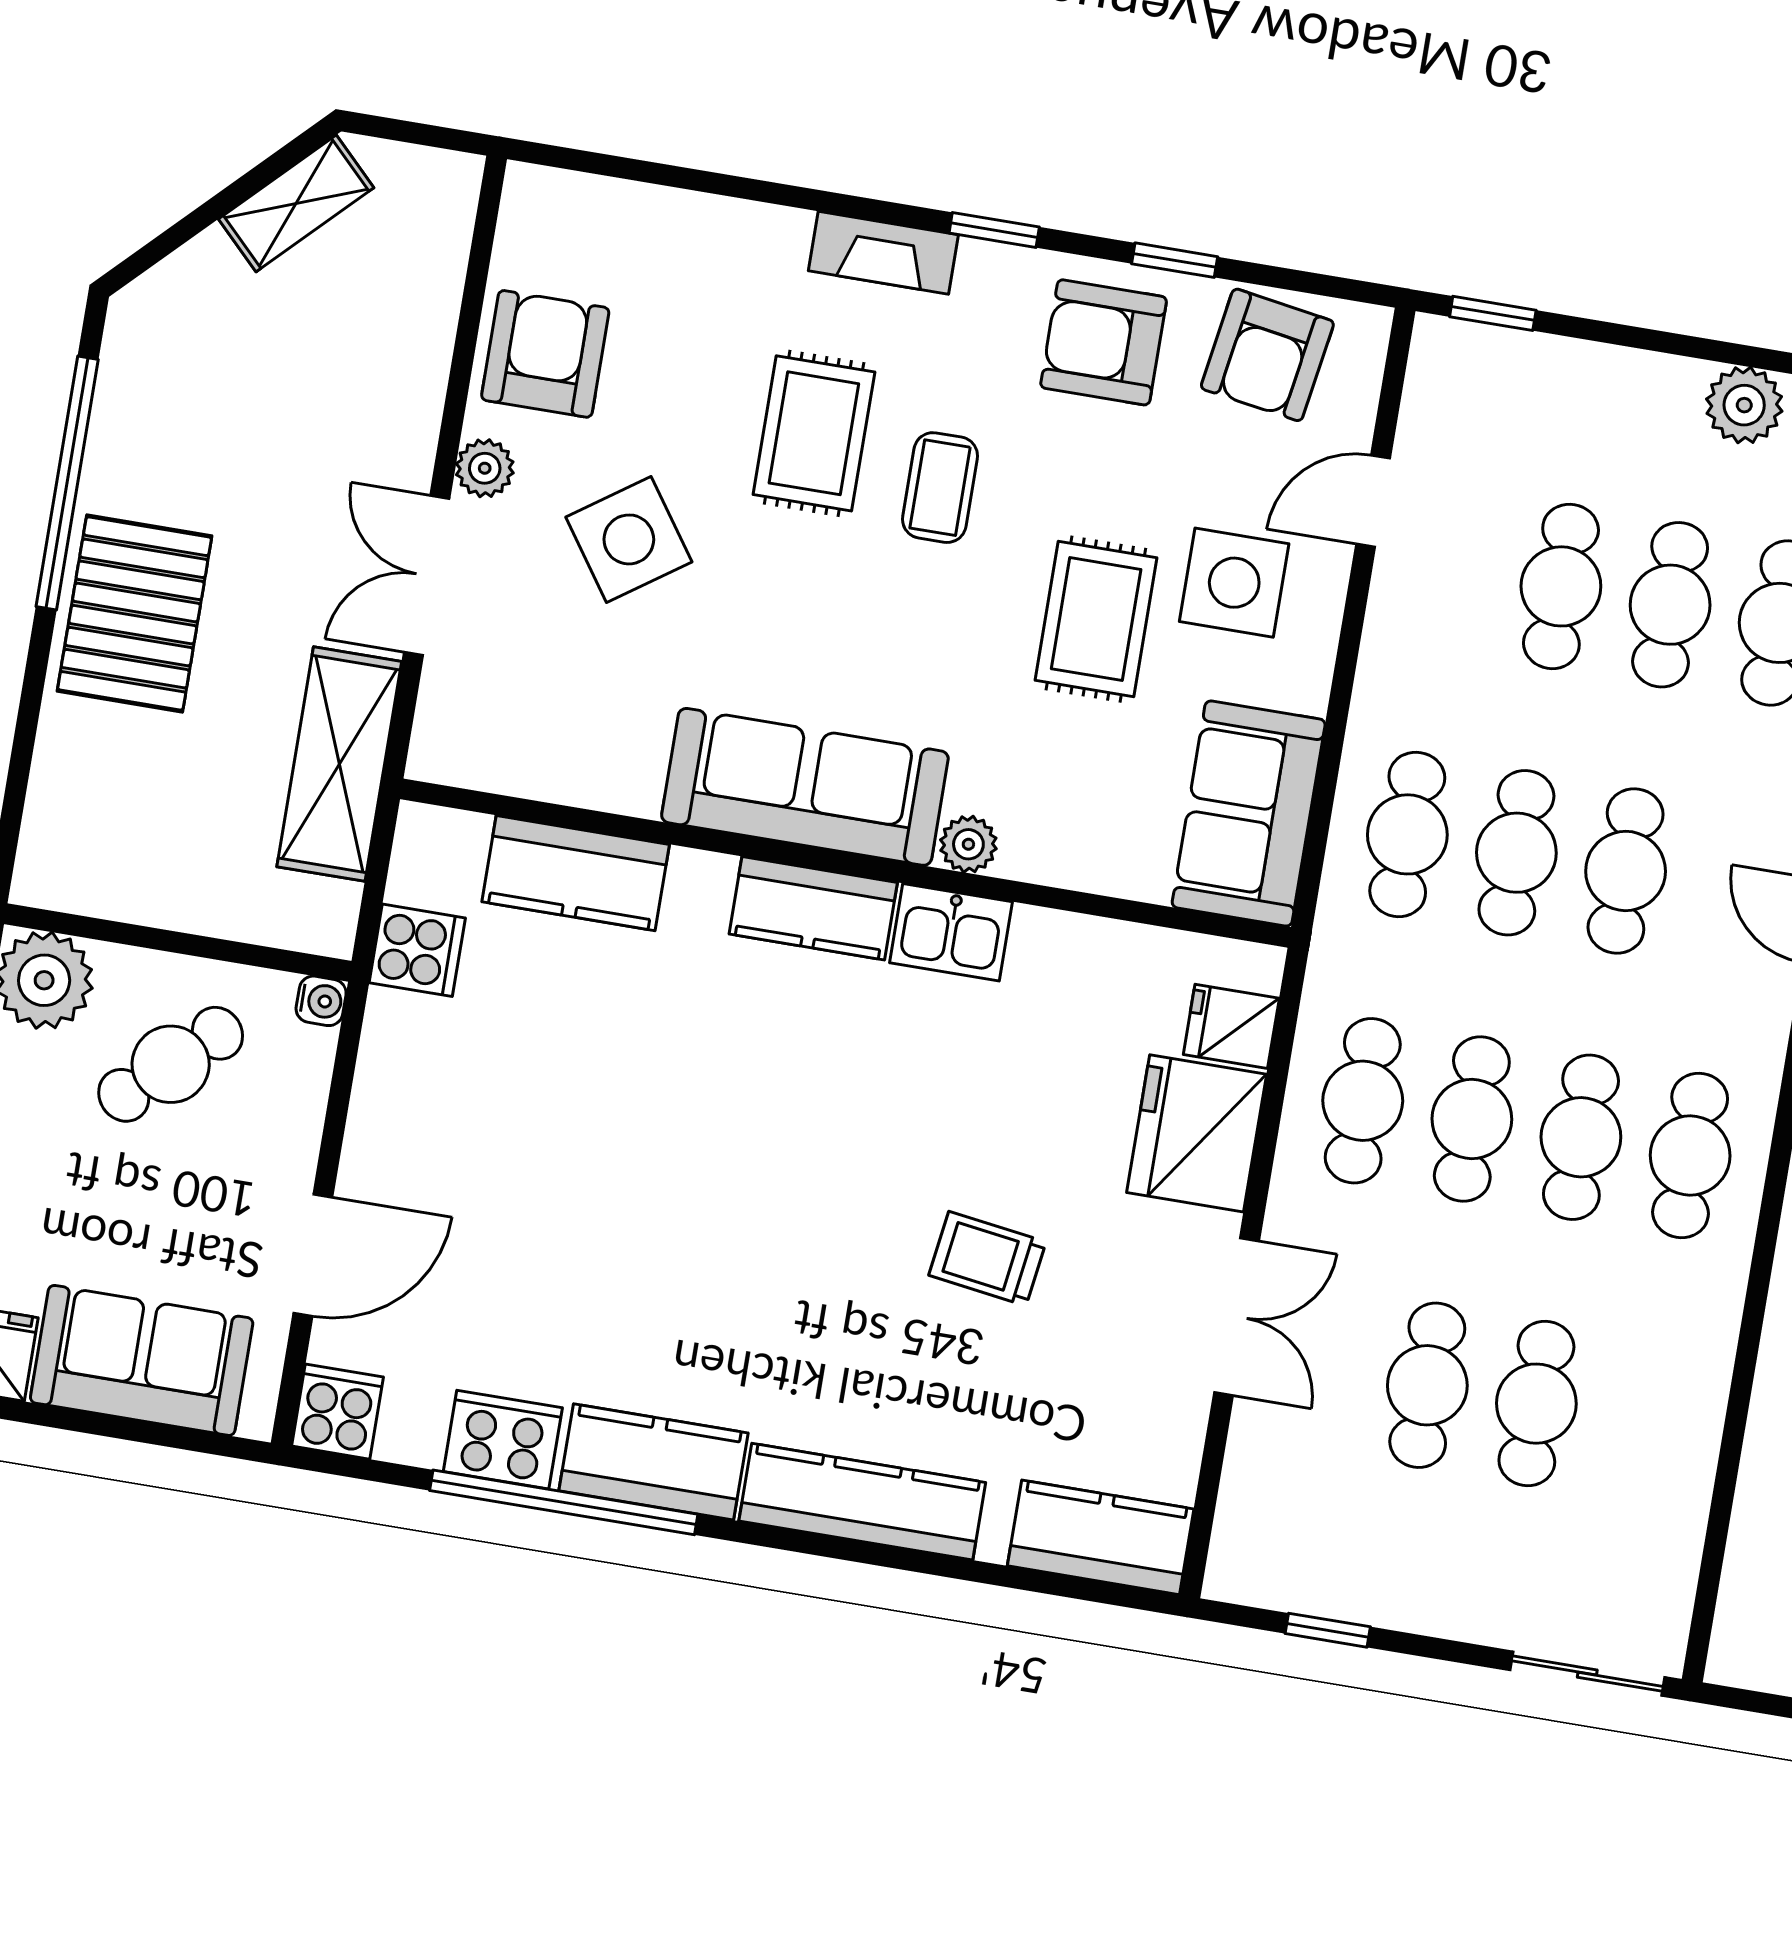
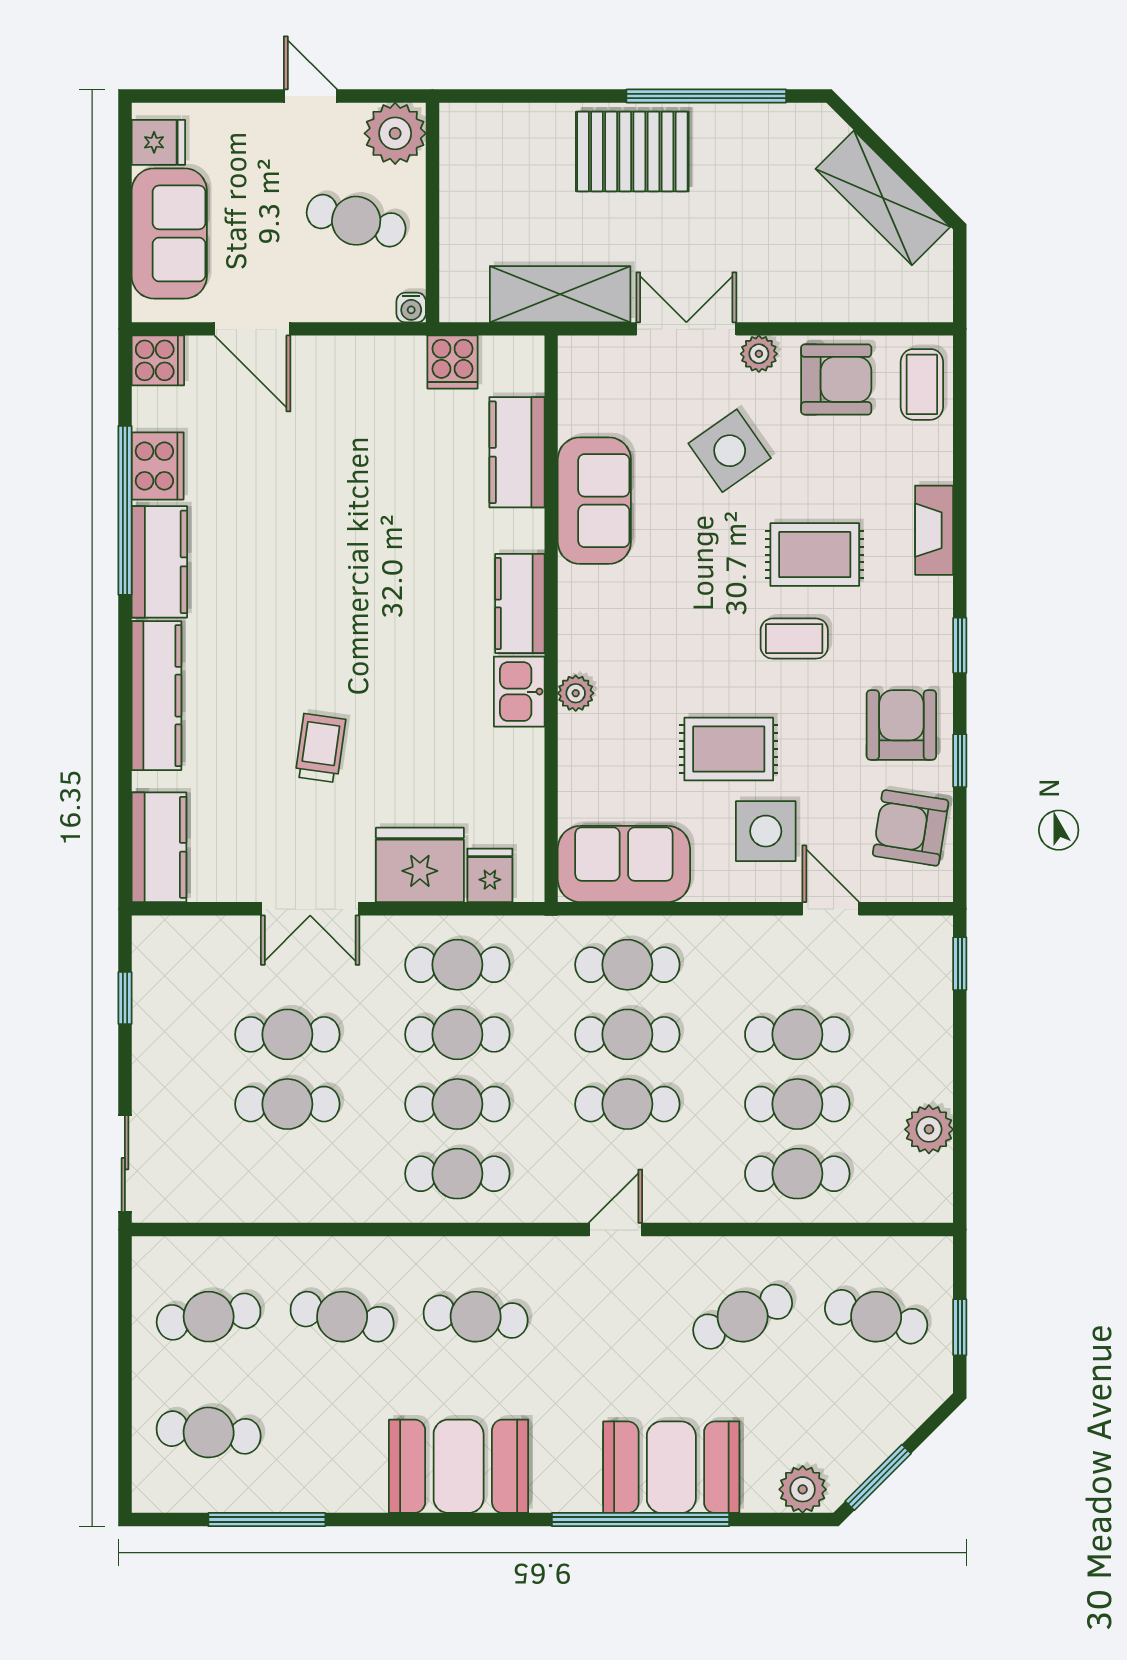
shelving: (296, 203) -> (883, 198), width x1.50, depth x1.33
coffee table: (575, 221) -> (922, 384), added
fireplace: (883, 253) -> (934, 530), moved
sofa: (805, 787) -> (594, 501), moved, width x0.73
cafe table: (171, 1064) -> (356, 221), turned -32

